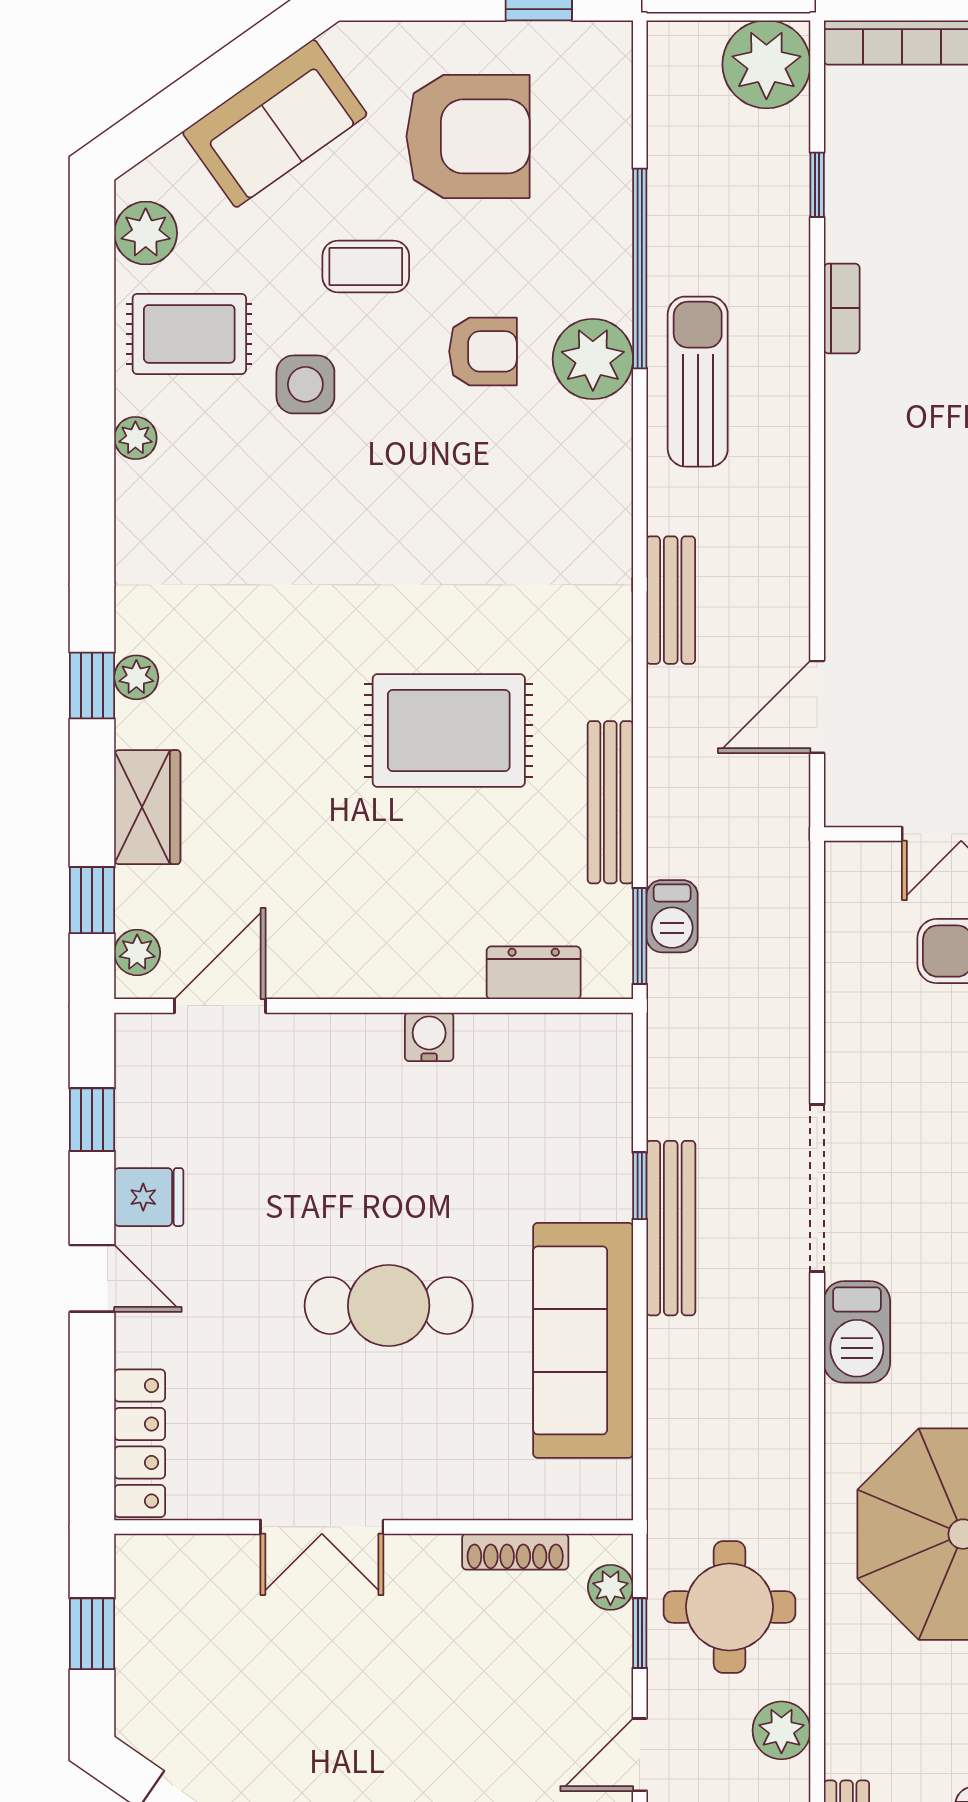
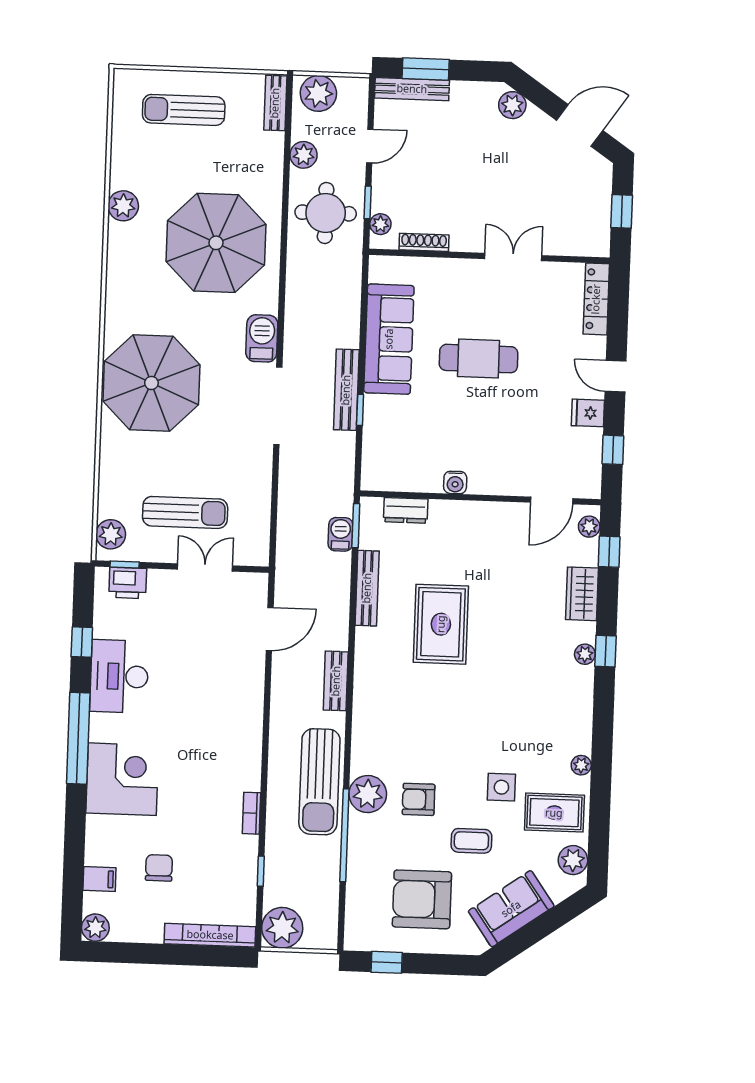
sun lounger: (698, 382) -> (319, 782), width x1.36, depth x1.34
rug: (449, 731) -> (441, 624), turned 90

